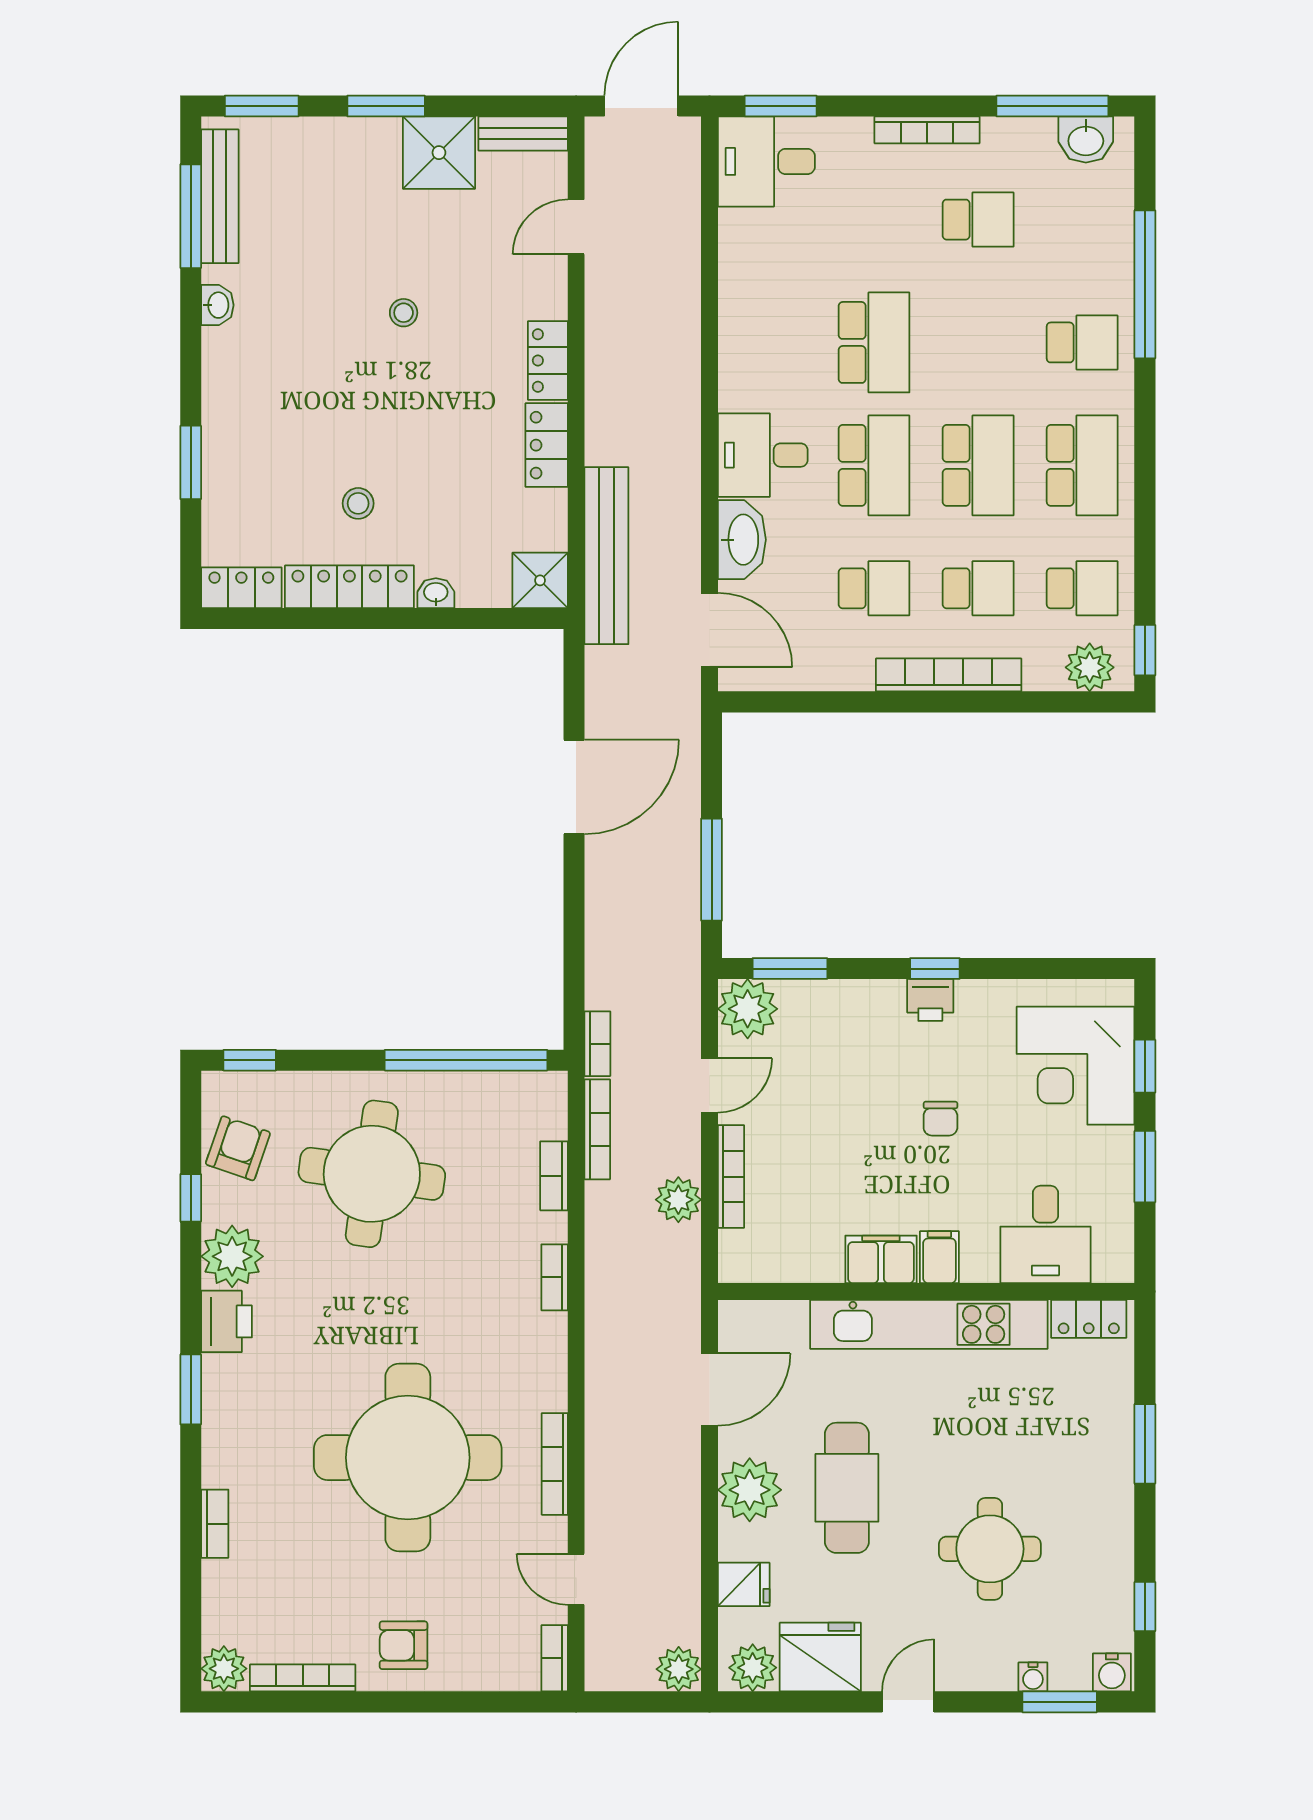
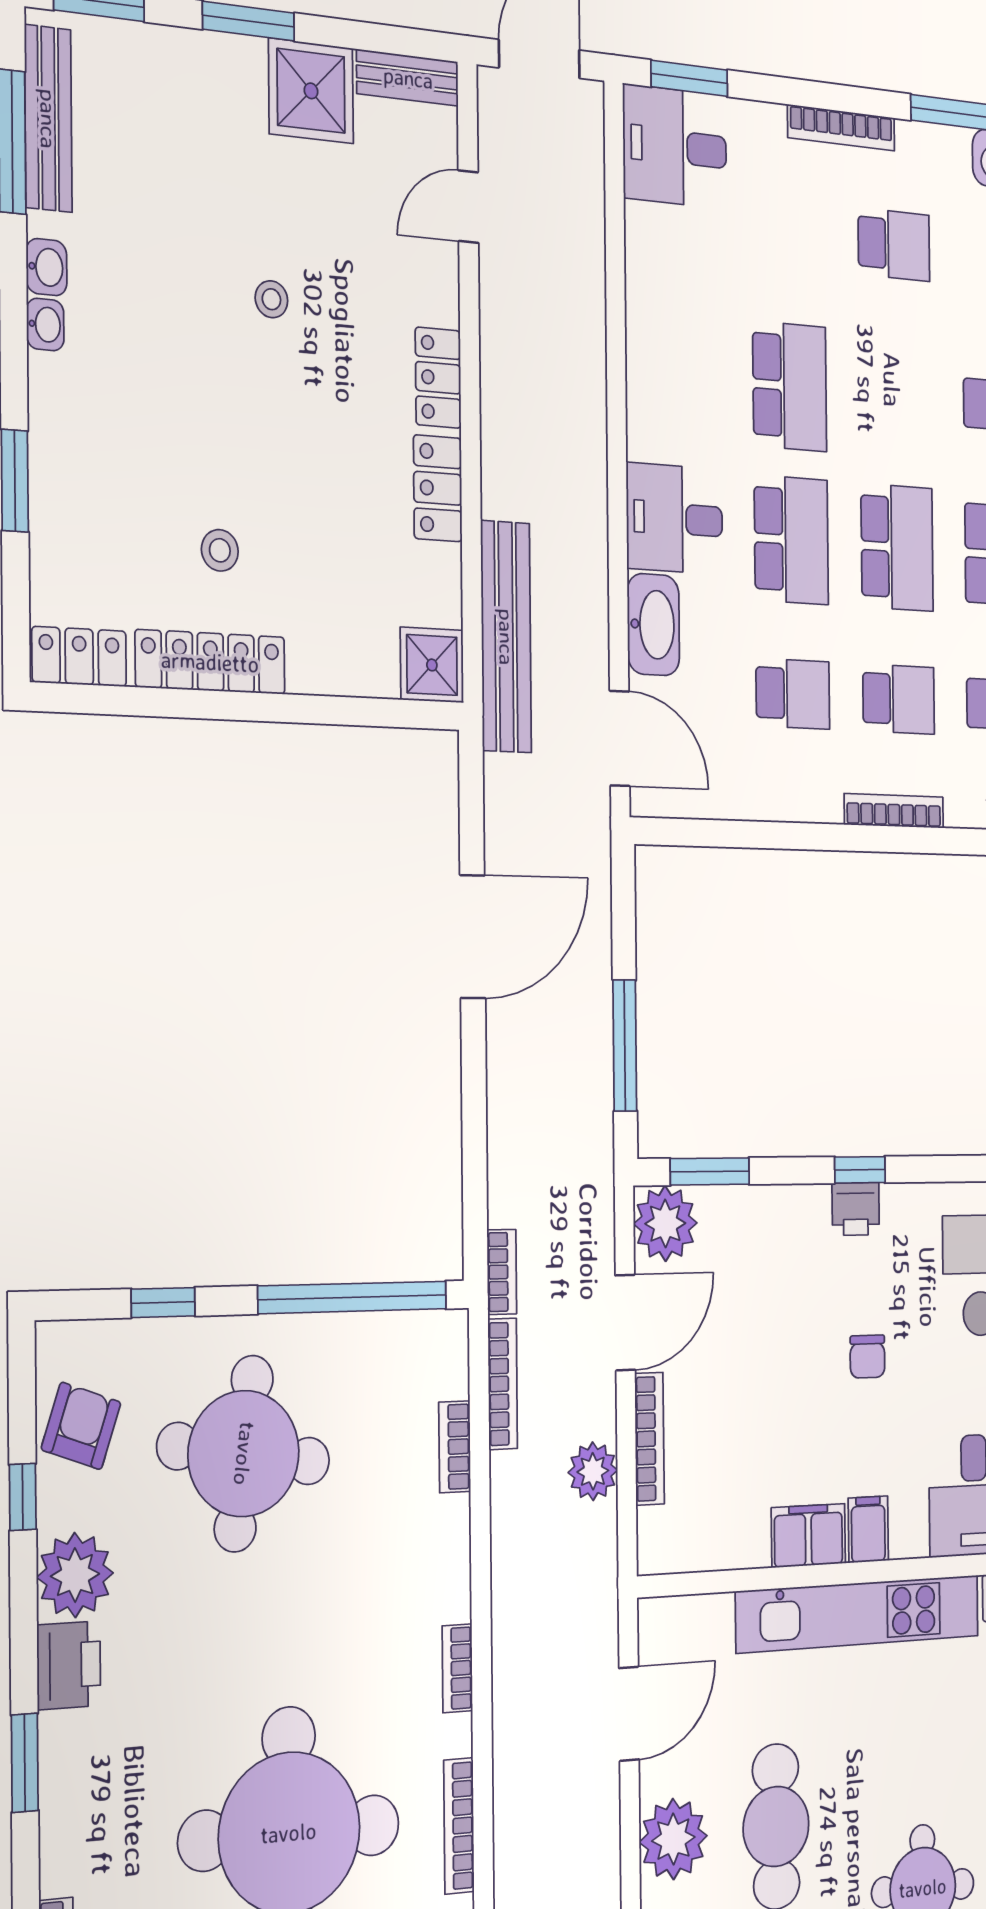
washbasin: (436, 593) -> (45, 324), moved, turned 90
bookcase: (949, 675) -> (894, 811), width x0.68, depth x0.76
window: (250, 1060) -> (163, 1302), moved
door: (709, 1085) -> (625, 1323), width x1.38
bookcase: (555, 1277) -> (457, 1668), moved

